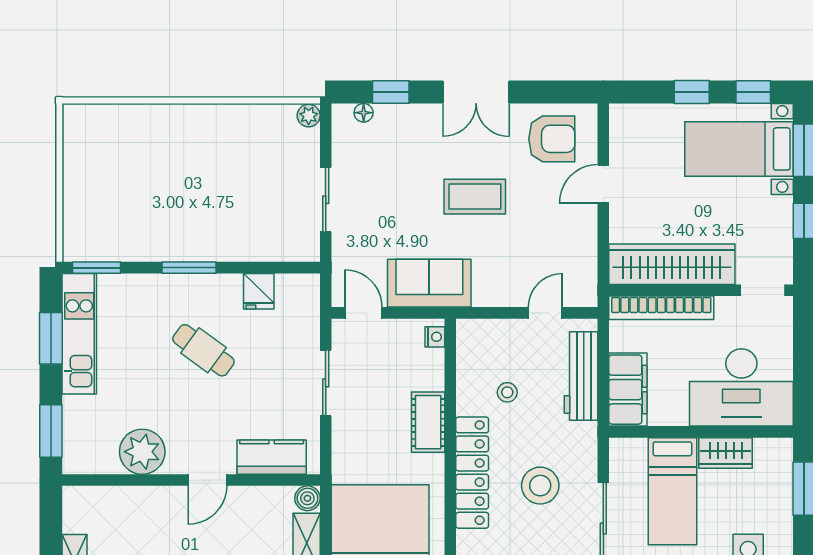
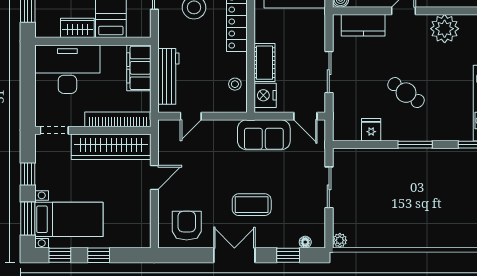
armchair: (552, 139) -> (187, 226), turned 90
door: (603, 184) -> (154, 177), moved
coffee table: (475, 197) -> (252, 205), moved
nightstand: (435, 337) -> (265, 95), width x1.89, depth x1.79
stool: (507, 392) -> (235, 84), moved
cot: (428, 422) -> (265, 63), moved

